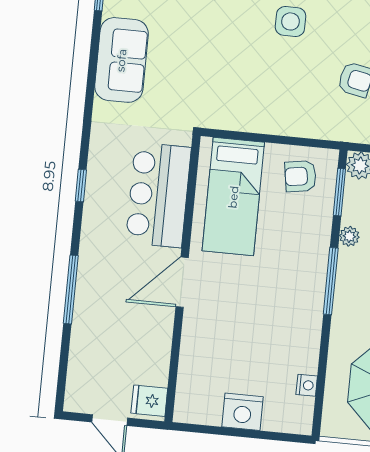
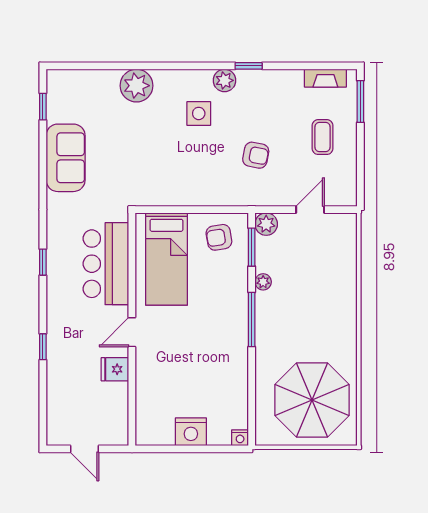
door: (182, 282) -> (132, 332), width x0.73
window: (71, 289) -> (43, 347), width x0.46
nightstand: (307, 385) -> (240, 438), moved, turned 90
fridge: (149, 401) -> (115, 369), moved

